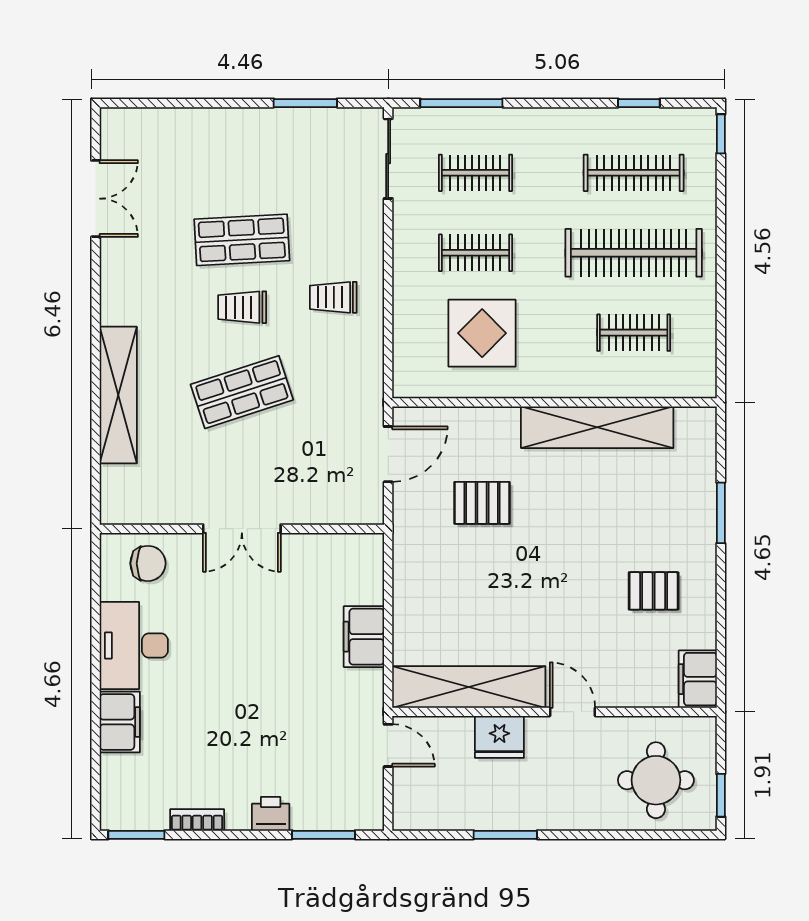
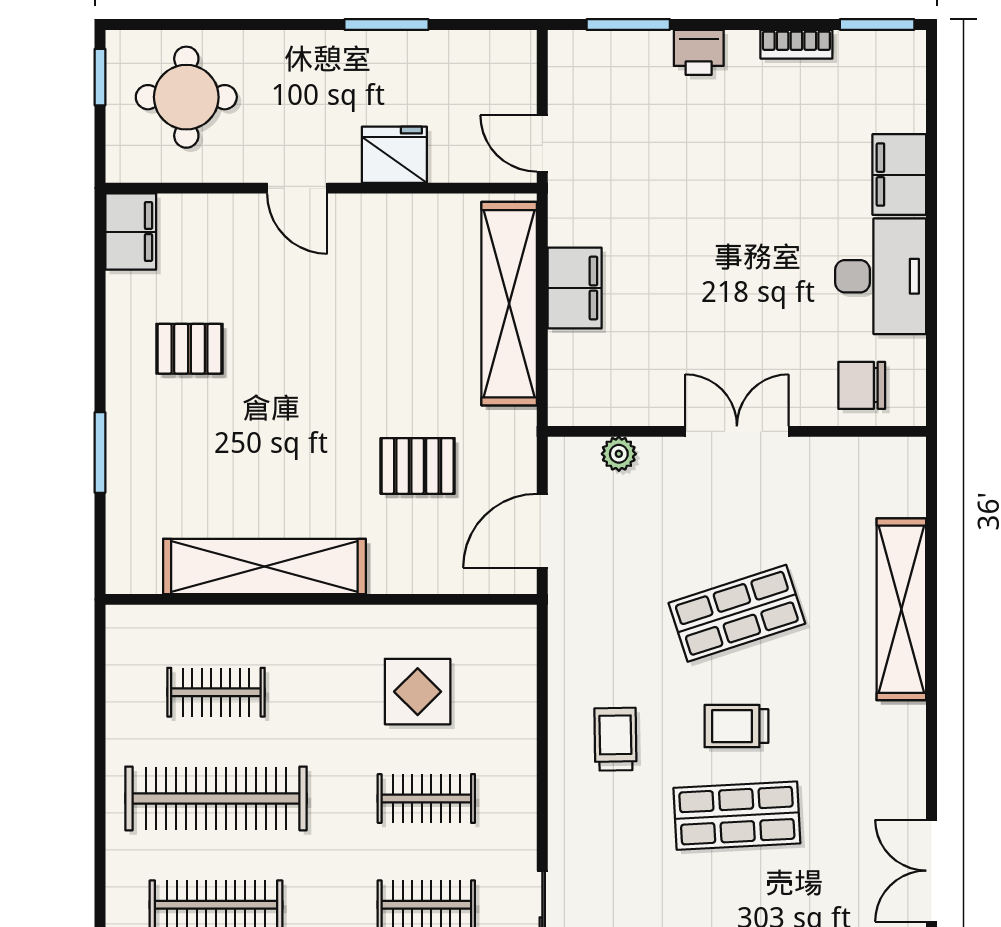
trolley: (333, 297) -> (615, 739), turned -91
trolley: (242, 307) -> (736, 726), turned 180
display table: (482, 333) -> (418, 692), width x0.73, depth x0.73
plant: (331, 512) -> (619, 454), added
shelving: (469, 687) -> (509, 304), moved, turned 90

